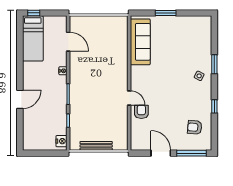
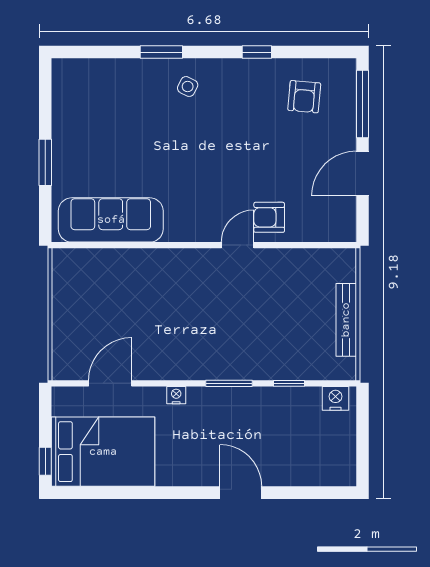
bed: (33, 38) -> (103, 452), width x1.50

